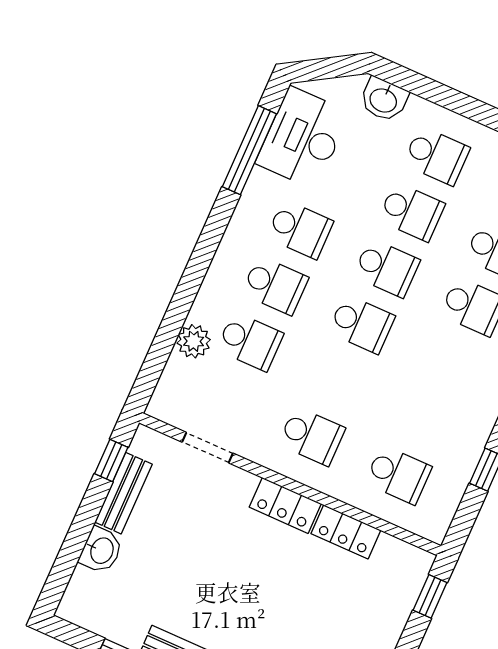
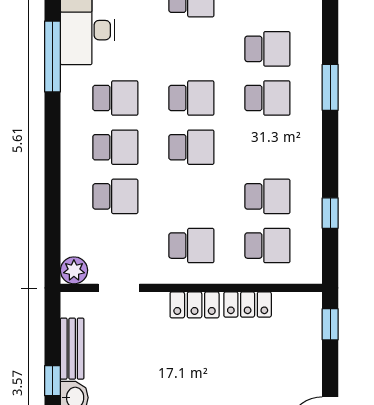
school desk: (412, 212) -> (267, 196), moved
plant: (194, 341) -> (74, 270), moved
window: (111, 460) -> (53, 381), moved

